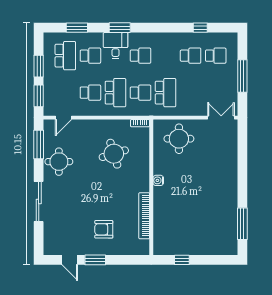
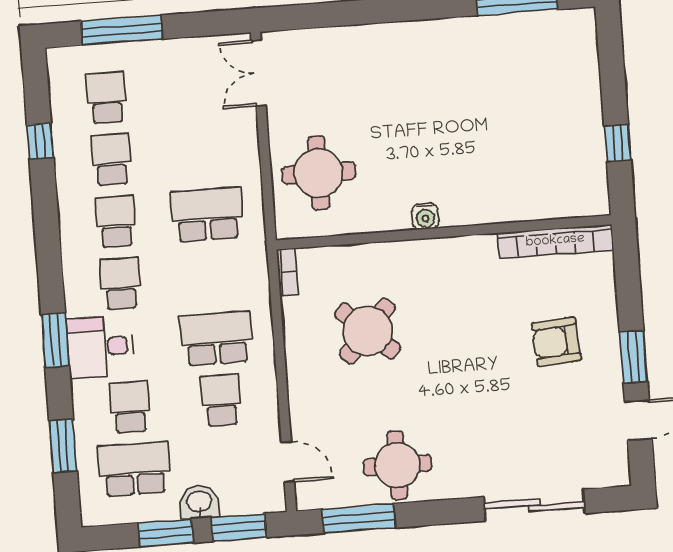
window: (242, 76) -> (122, 30), moved
washbasin: (50, 81) -> (199, 502), added
school desk: (140, 93) -> (116, 221), moved
round table: (114, 154) -> (368, 331), turned -31
sliding door: (39, 202) -> (534, 505), moved
bookcase: (144, 216) -> (555, 241), moved
armchair: (104, 229) -> (556, 342), turned 86

